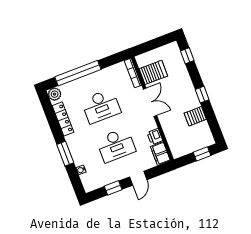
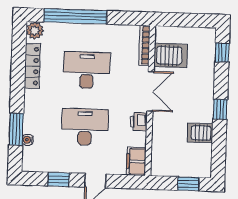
desk: (101, 106) -> (87, 70), turned 180
printer: (155, 137) -> (139, 122), moved
desk: (116, 145) -> (85, 127), turned 180
window: (65, 154) -> (16, 129), moved

